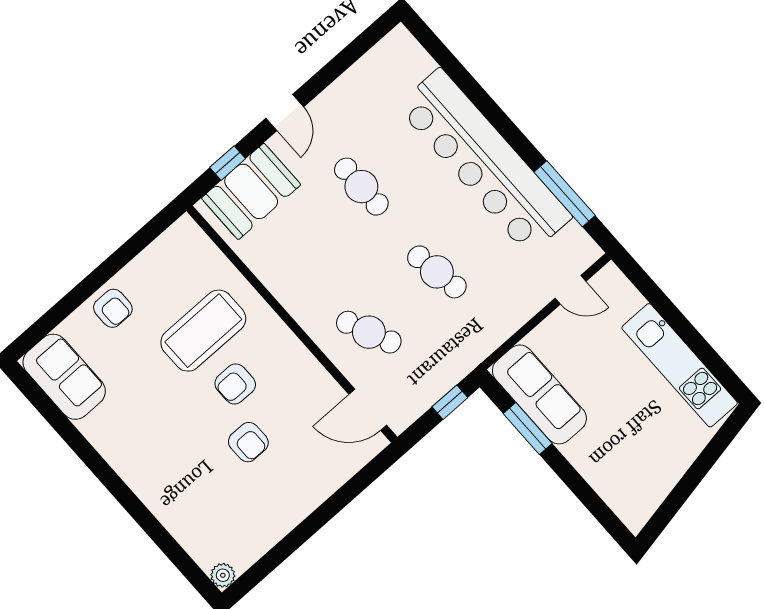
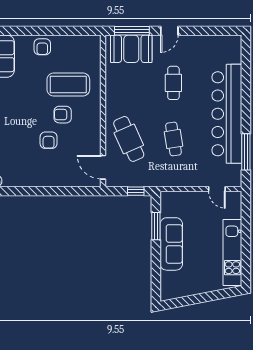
window: (228, 163) -> (132, 31), width x2.17
cafe table: (369, 332) -> (129, 139), width x1.37, depth x1.35
sofa: (539, 394) -> (171, 244), moved

